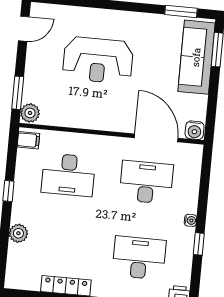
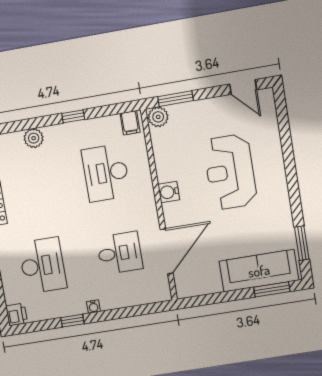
water cooler: (195, 130) -> (169, 192), moved
desk: (146, 182) -> (120, 253), width x0.73

